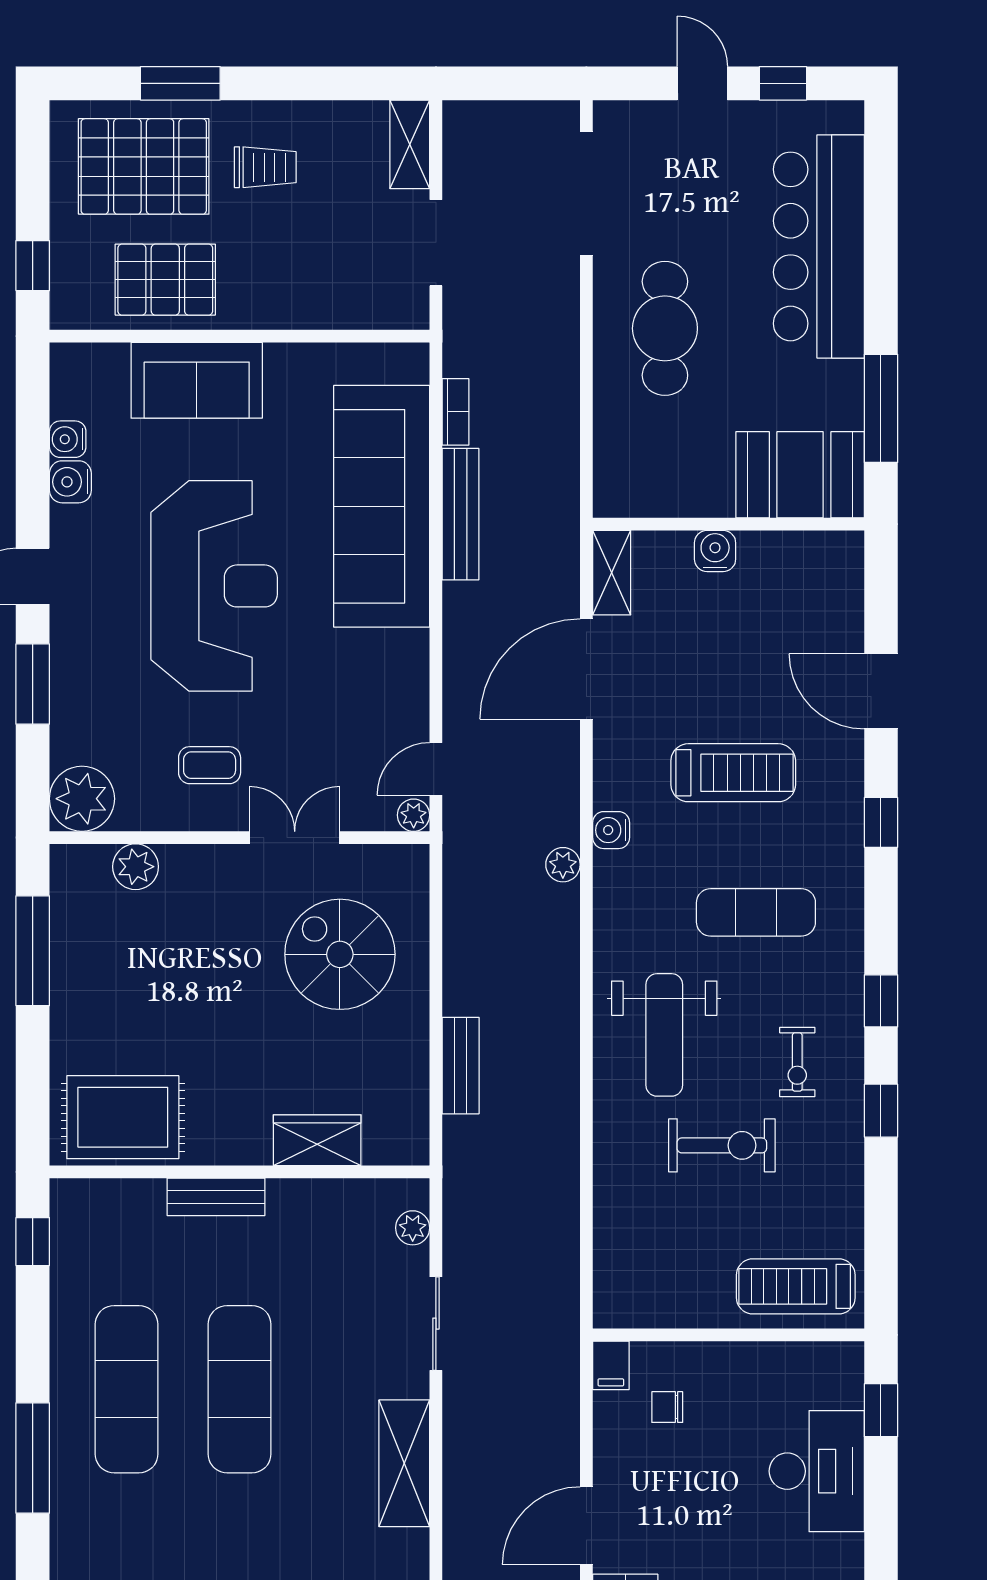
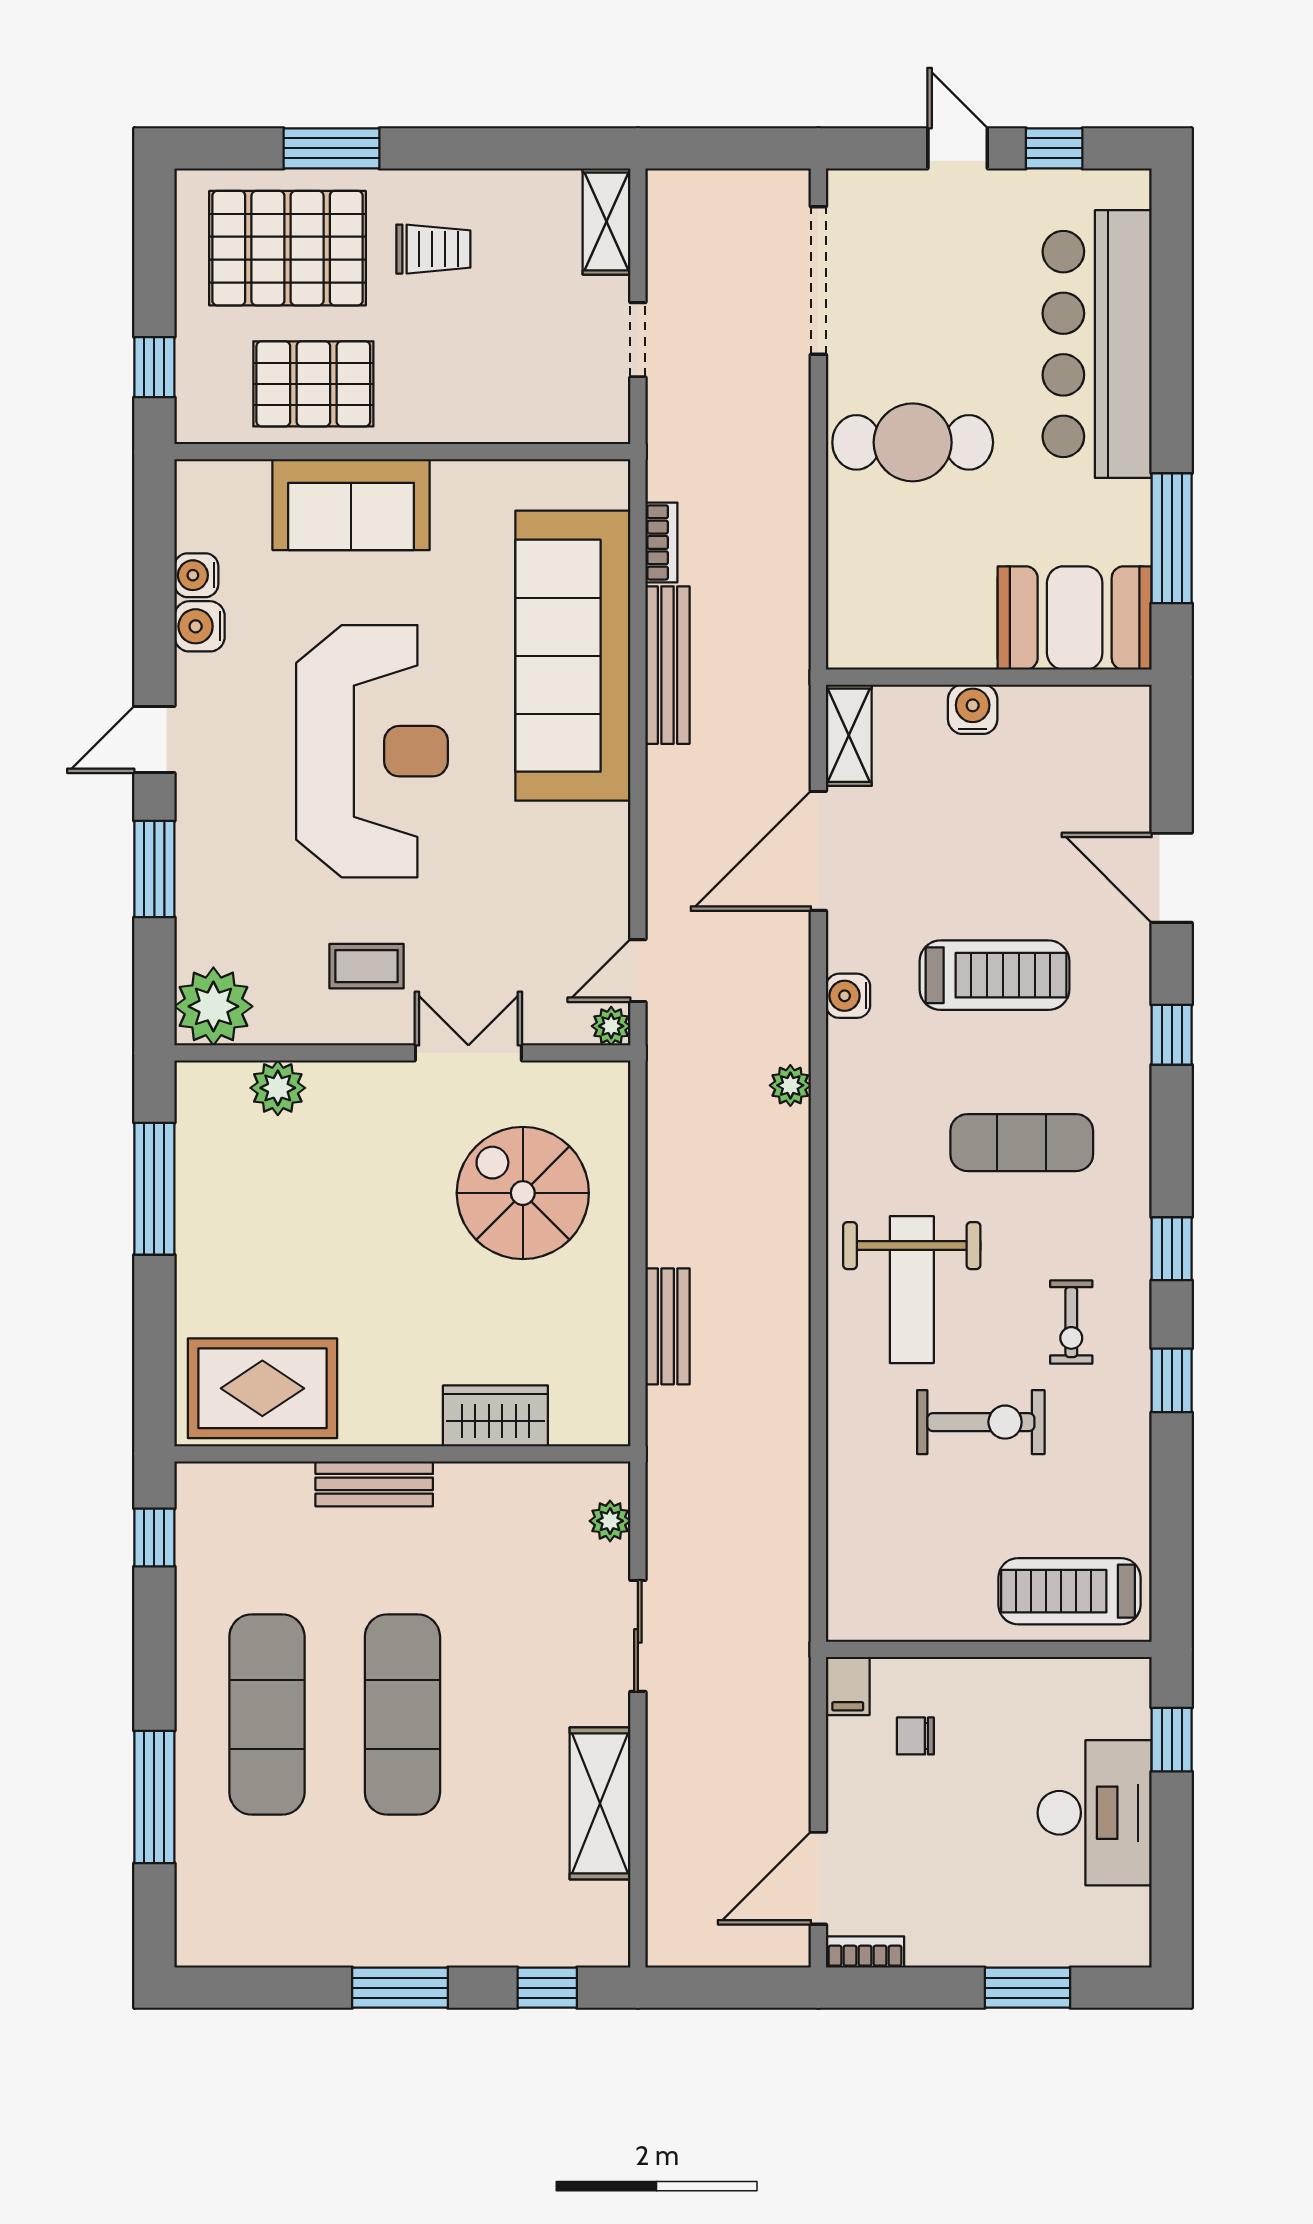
doorway: (436, 243) -> (638, 340), width x0.73
cafe table: (665, 328) -> (913, 442), turned 90
water cooler: (611, 830) -> (848, 996), moved

